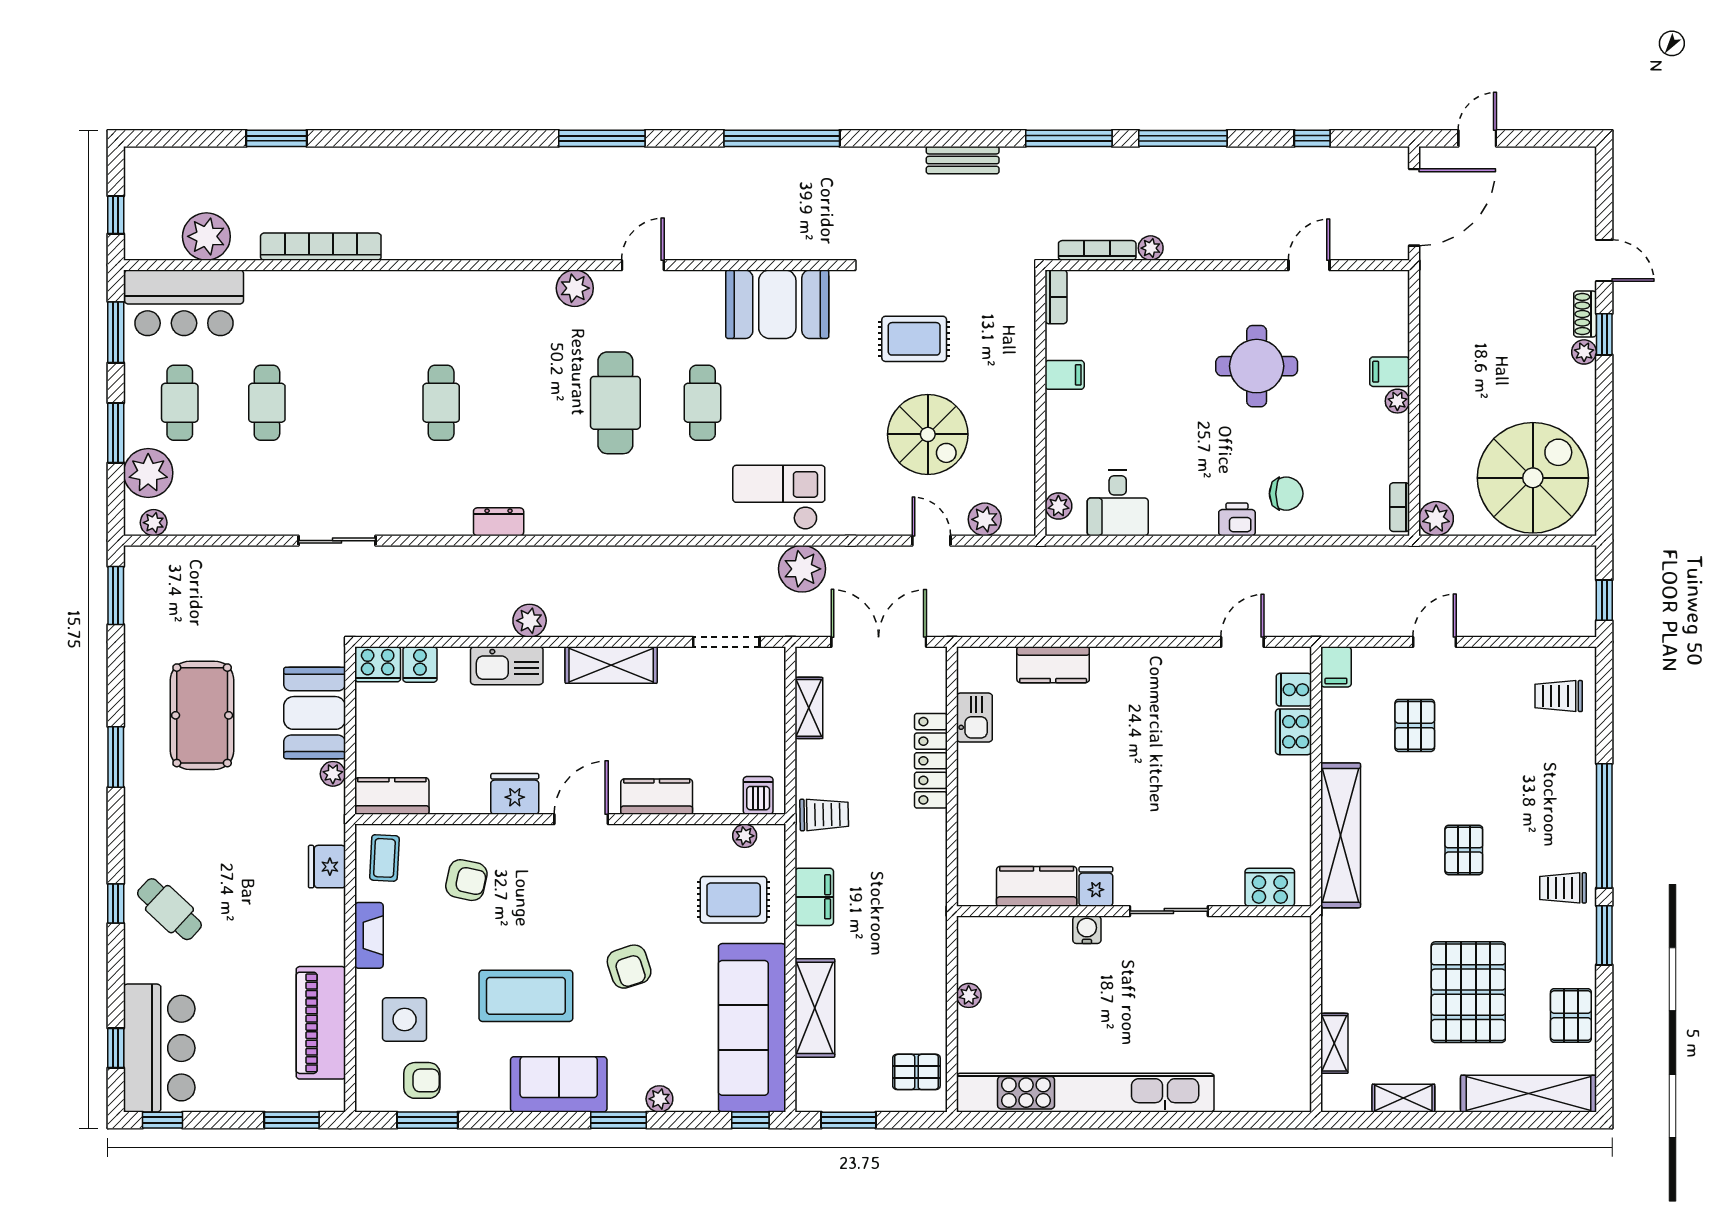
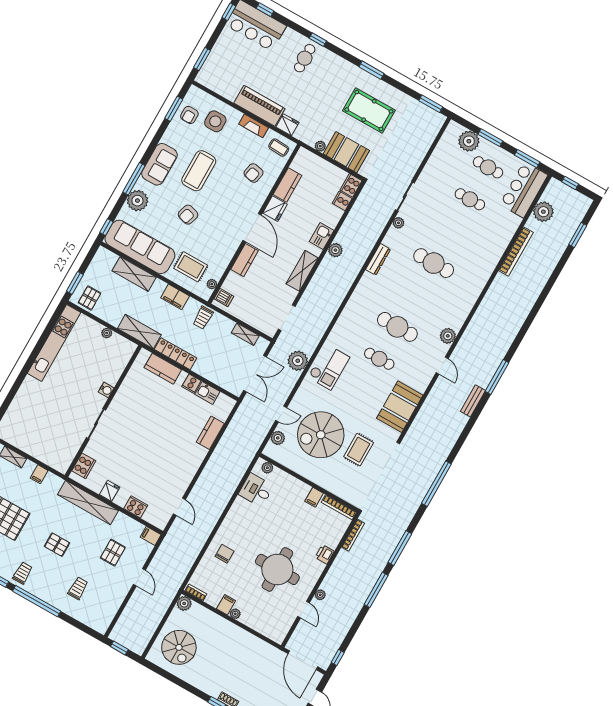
window: (277, 138) -> (578, 235), moved
window: (782, 138) -> (436, 484), moved
window: (1312, 138) -> (338, 658), moved
bench: (963, 160) -> (473, 401), moved
plant: (1151, 248) -> (320, 595), moved
bookcase: (1056, 297) -> (339, 507), width x1.56
plant: (1584, 352) -> (214, 692), removed
round table: (1257, 366) -> (277, 569), width x1.36, depth x1.36
filing cabinet: (1390, 372) -> (226, 605), moved
cafe table: (441, 403) -> (434, 263), width x1.37, depth x1.35
spiral stairs: (928, 434) -> (321, 435), width x1.37, depth x1.37
spiral stairs: (1533, 478) -> (179, 647), width x0.73, depth x0.73
chair: (1286, 494) -> (225, 554), turned 180
printer: (1237, 519) -> (325, 554), moved, turned 180
dresser: (499, 522) -> (378, 259), width x1.44
plant: (154, 523) -> (398, 223), moved
kitchen sink: (507, 666) -> (322, 236), width x0.73
cooker: (1294, 690) -> (191, 384), moved, turned 180
trolley: (1559, 696) -> (78, 588), moved
pallet: (1415, 725) -> (113, 553), turned 90
locker: (931, 761) -> (176, 354), moved
kitchen counter: (392, 796) -> (287, 185), moved
door: (581, 819) -> (252, 228), width x1.36
kitchen counter: (1037, 886) -> (163, 369), moved, turned 90
fridge: (1096, 886) -> (110, 491), moved, turned -90
rug: (734, 900) -> (191, 267), turned 90
cafe table: (169, 909) -> (305, 58), turned -43
shelving: (927, 930) -> (139, 332), added
armchair: (629, 967) -> (188, 215), turned -55
filing cabinet: (1339, 969) -> (39, 474), added
piano: (321, 1023) -> (259, 106), moved
kitchen unit: (1085, 1093) -> (54, 343), width x0.73
plant: (659, 1099) -> (137, 201), width x1.88, depth x1.88
window: (618, 1120) -> (134, 179), width x1.44
window: (849, 1120) -> (75, 283), moved

